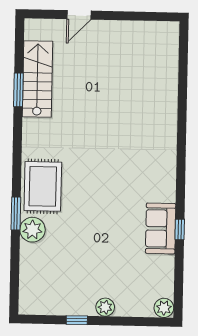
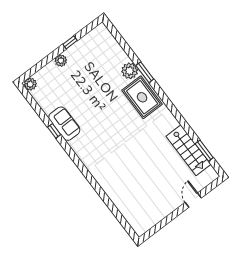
window: (18, 90) -> (204, 151), moved

